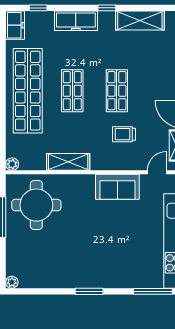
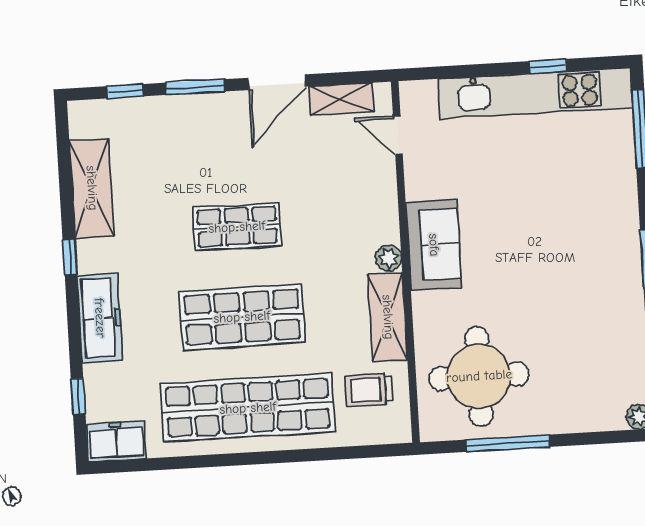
shop shelf: (72, 91) -> (242, 317), width x1.43, depth x1.36
trolley: (124, 134) -> (369, 390), moved, turned 90
plant: (12, 164) -> (388, 258), moved
sofa: (117, 187) -> (434, 245), moved

